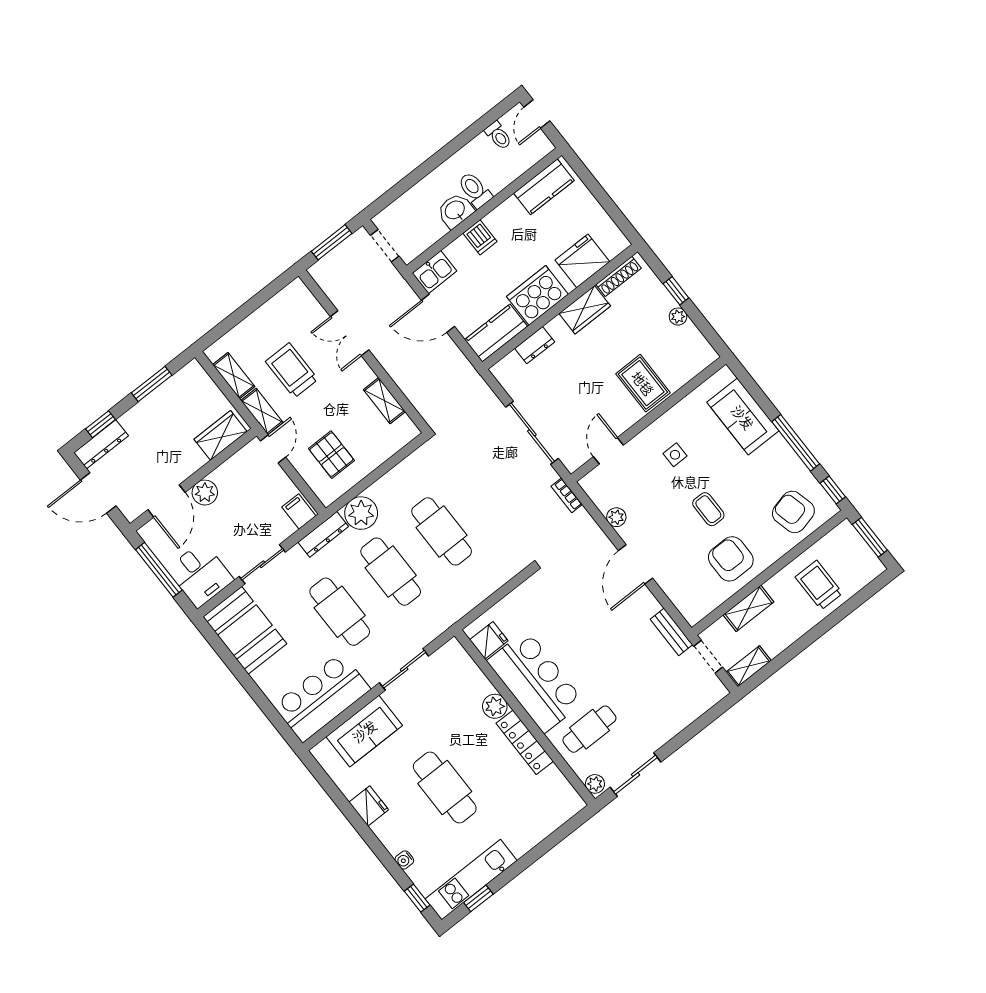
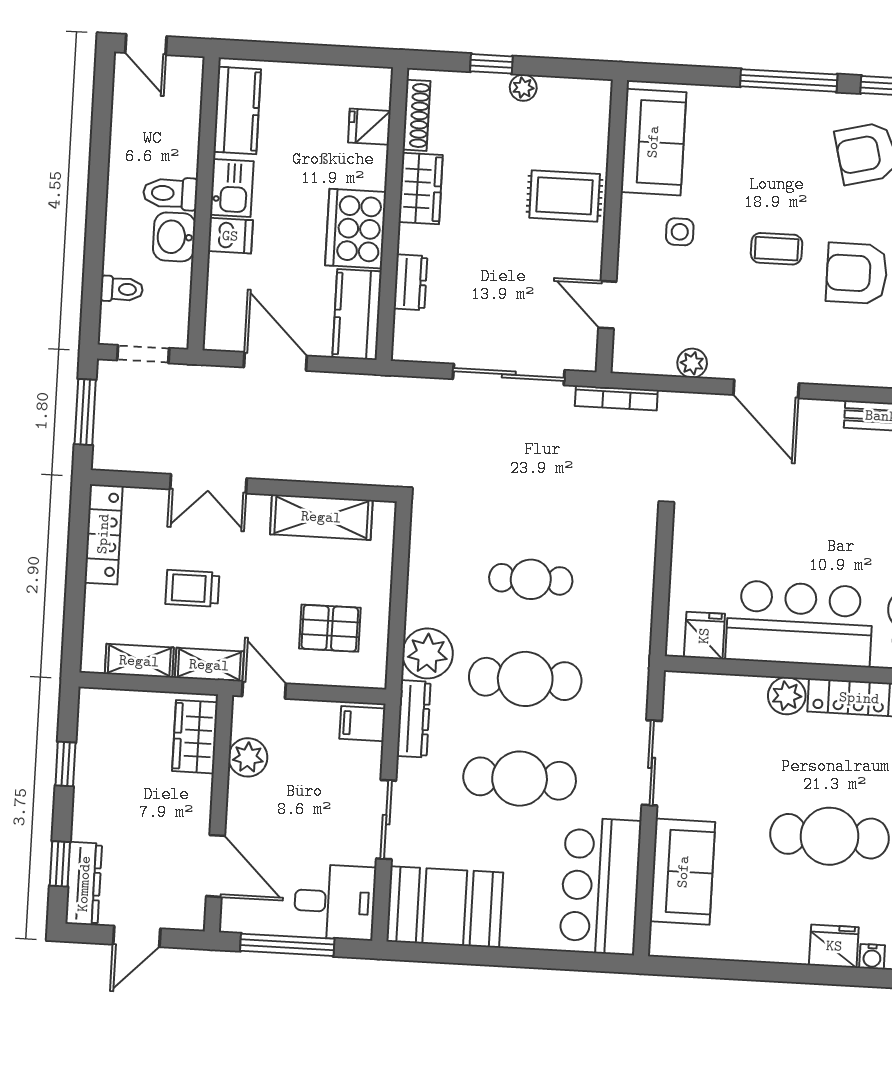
toilet: (498, 136) -> (122, 289), moved
fridge: (582, 261) -> (369, 127), width x0.53, depth x0.75
kitchen sink: (435, 272) -> (232, 188), moved
locker: (280, 304) -> (103, 534), added
door: (438, 313) -> (275, 361), swing flipped
trolley: (292, 370) -> (192, 588), width x0.73, depth x0.72
window: (152, 384) -> (65, 764), width x0.67
shelving: (384, 401) -> (321, 517), width x1.50, depth x1.33
sofa: (743, 417) -> (653, 142), moved, turned -90
door: (98, 493) -> (137, 936), width x0.73
plant: (205, 493) -> (248, 757), moved
bookcase: (567, 495) -> (616, 398), width x1.56
cafe table: (442, 531) -> (531, 579), width x0.73, depth x0.74
fridge: (369, 806) -> (834, 946), moved

